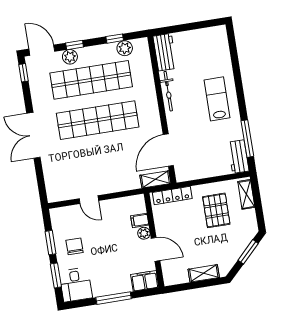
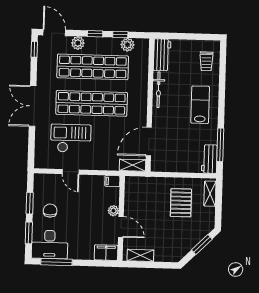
window: (75, 45) -> (95, 34), moved
trolley: (215, 50) -> (206, 61), added
checkout: (82, 163) -> (71, 138), added
locker: (172, 195) -> (145, 182), removed
filing cabinet: (140, 220) -> (112, 181), moved
shelving: (204, 273) -> (140, 255), moved
desk: (76, 285) -> (50, 245), width x1.37
window: (114, 298) -> (56, 262), moved

